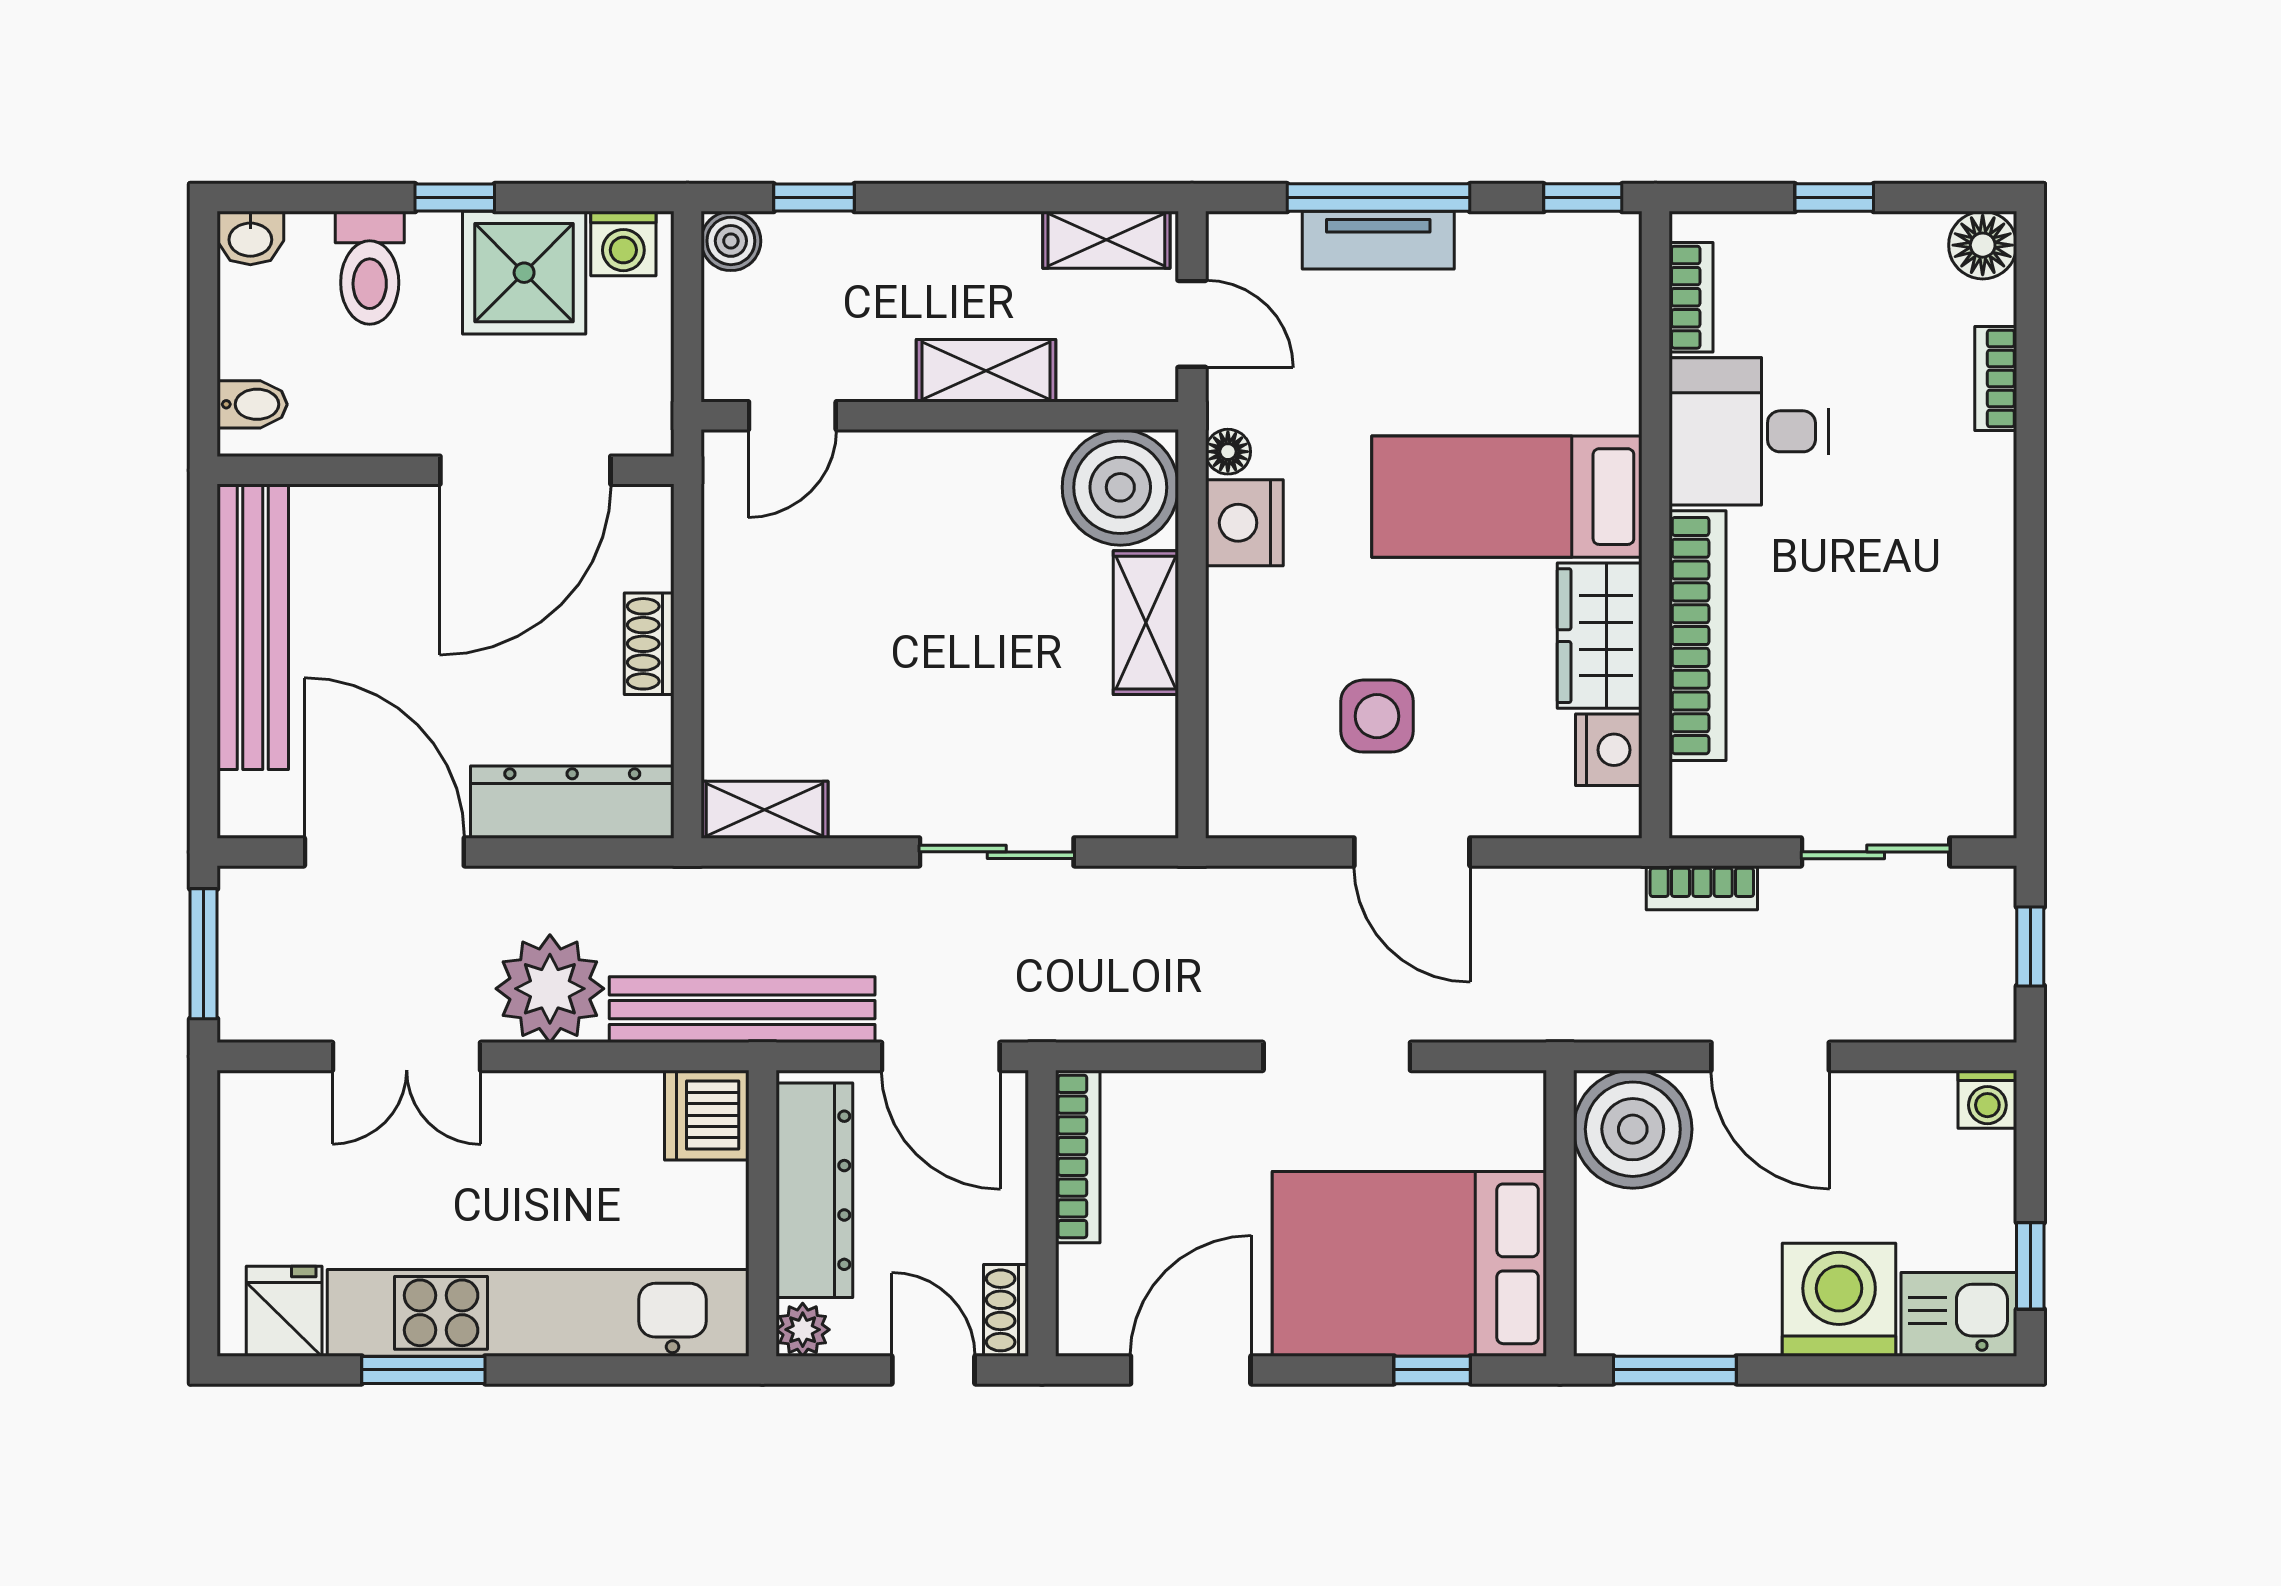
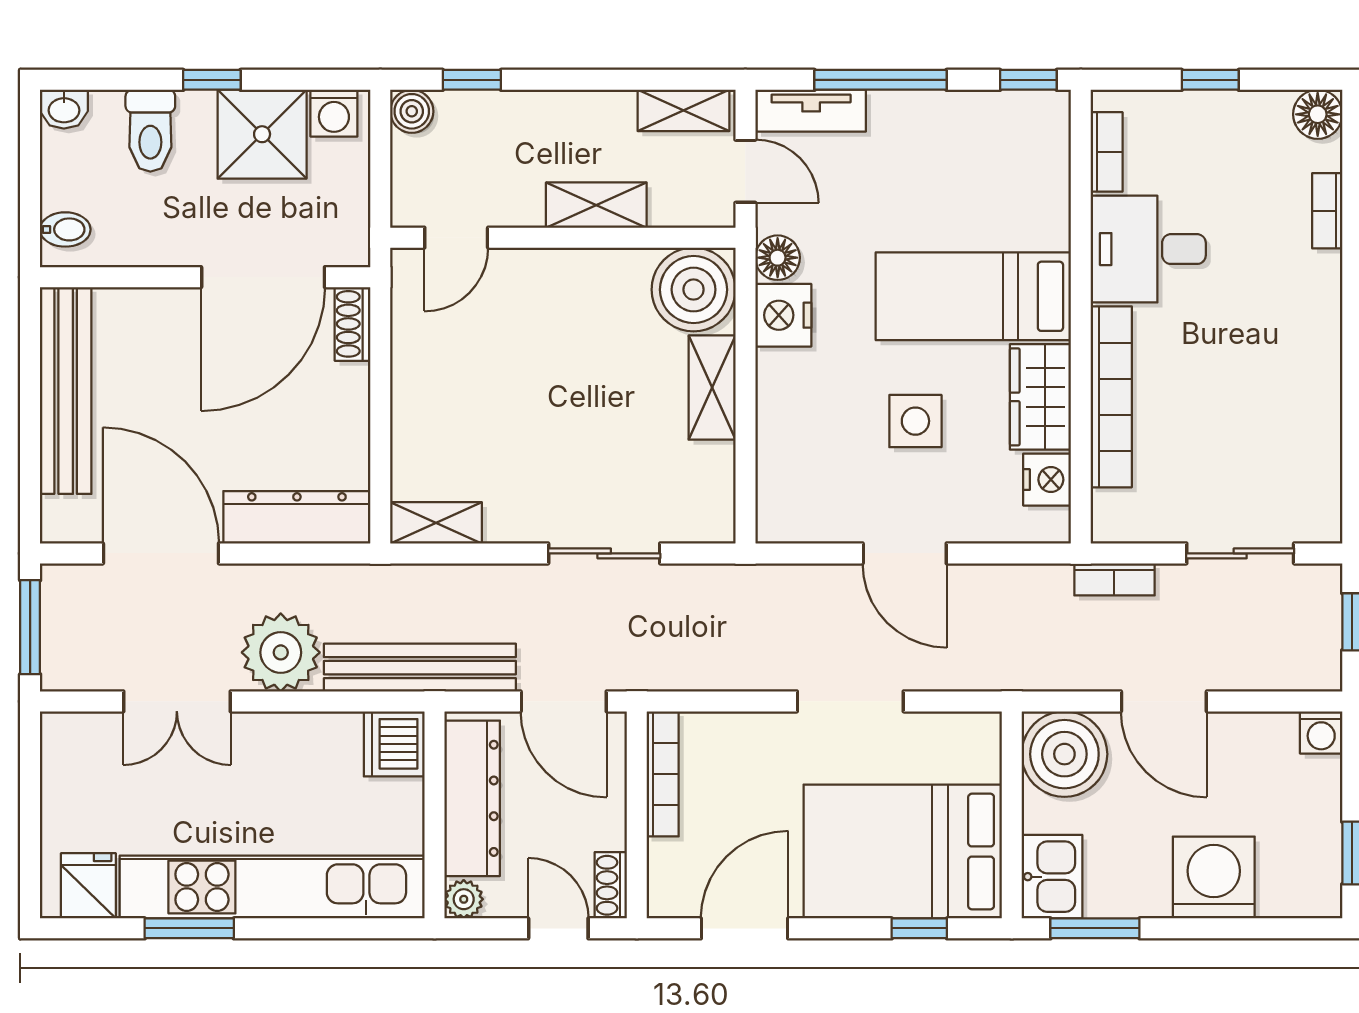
tv unit: (1378, 240) -> (811, 111), moved
floor lamp: (1228, 452) -> (778, 258), width x1.37, depth x1.37
shoe rack: (649, 644) -> (353, 324), moved
side table: (1377, 716) -> (915, 421), moved
kitchen sink: (1959, 1314) -> (1052, 877), moved, turned 90

